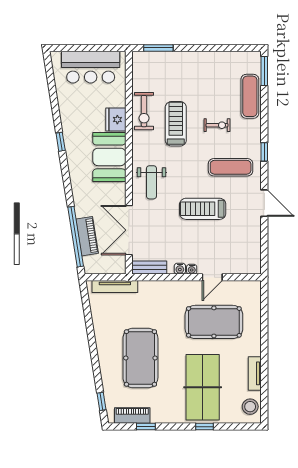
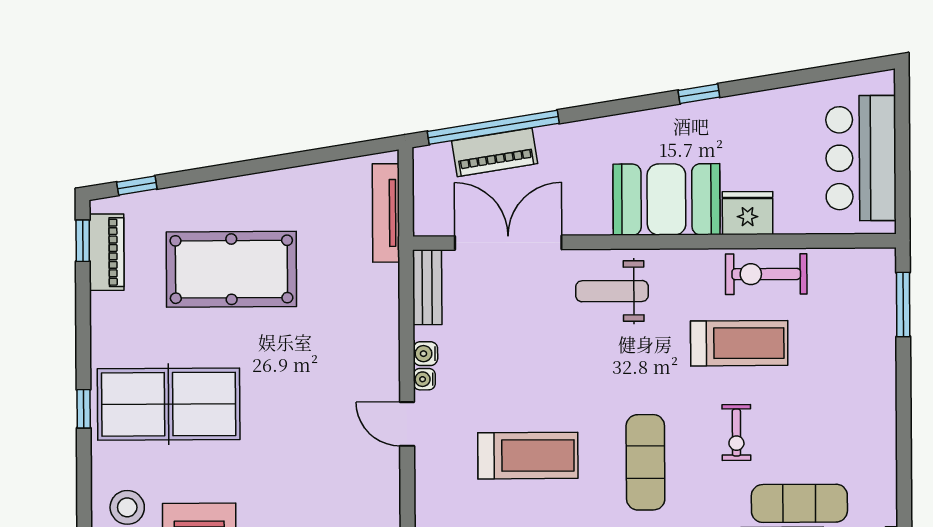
treadmill: (203, 209) -> (528, 456), moved, turned 90
pool table: (214, 322) -> (310, 428), removed
window: (146, 427) -> (83, 241), moved

